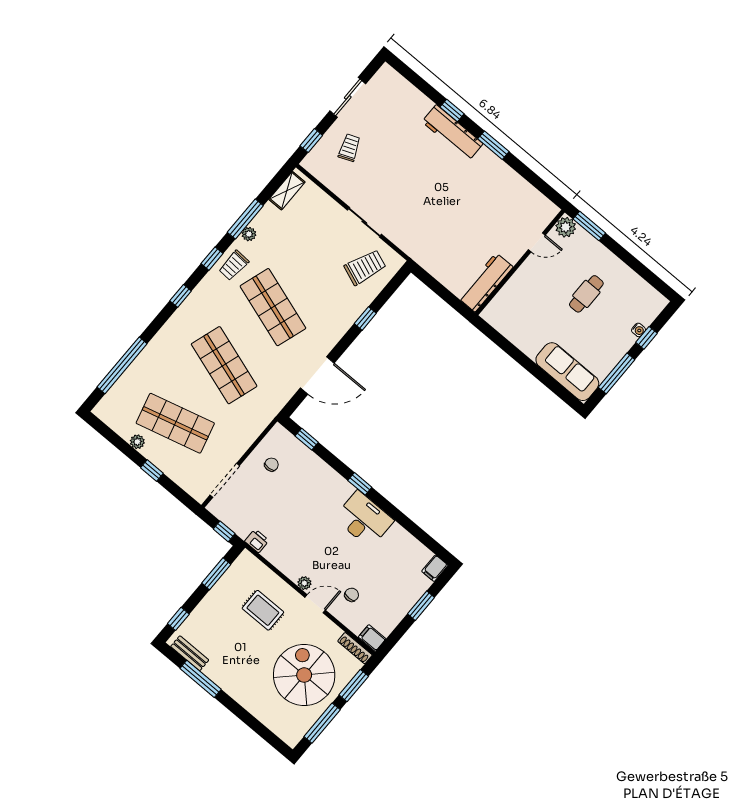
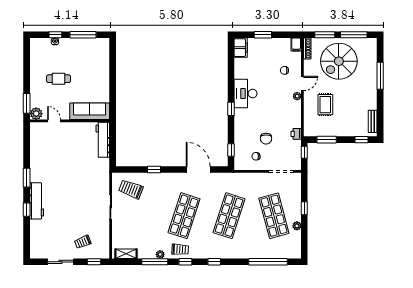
workbench: (486, 282) -> (103, 140), moved, turned 90
sofa: (567, 372) -> (90, 111), moved, turned 90
chair: (283, 497) -> (266, 139), added
filing cabinet: (435, 568) -> (241, 48), width x2.00
door: (315, 604) -> (302, 83), swing flipped
window: (201, 679) -> (380, 76), moved

